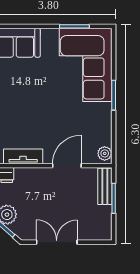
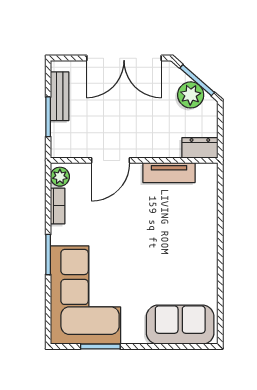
bookcase: (106, 131) -> (58, 206), added
bench: (105, 186) -> (60, 96), moved
double door: (57, 242) -> (124, 58), width x1.37

